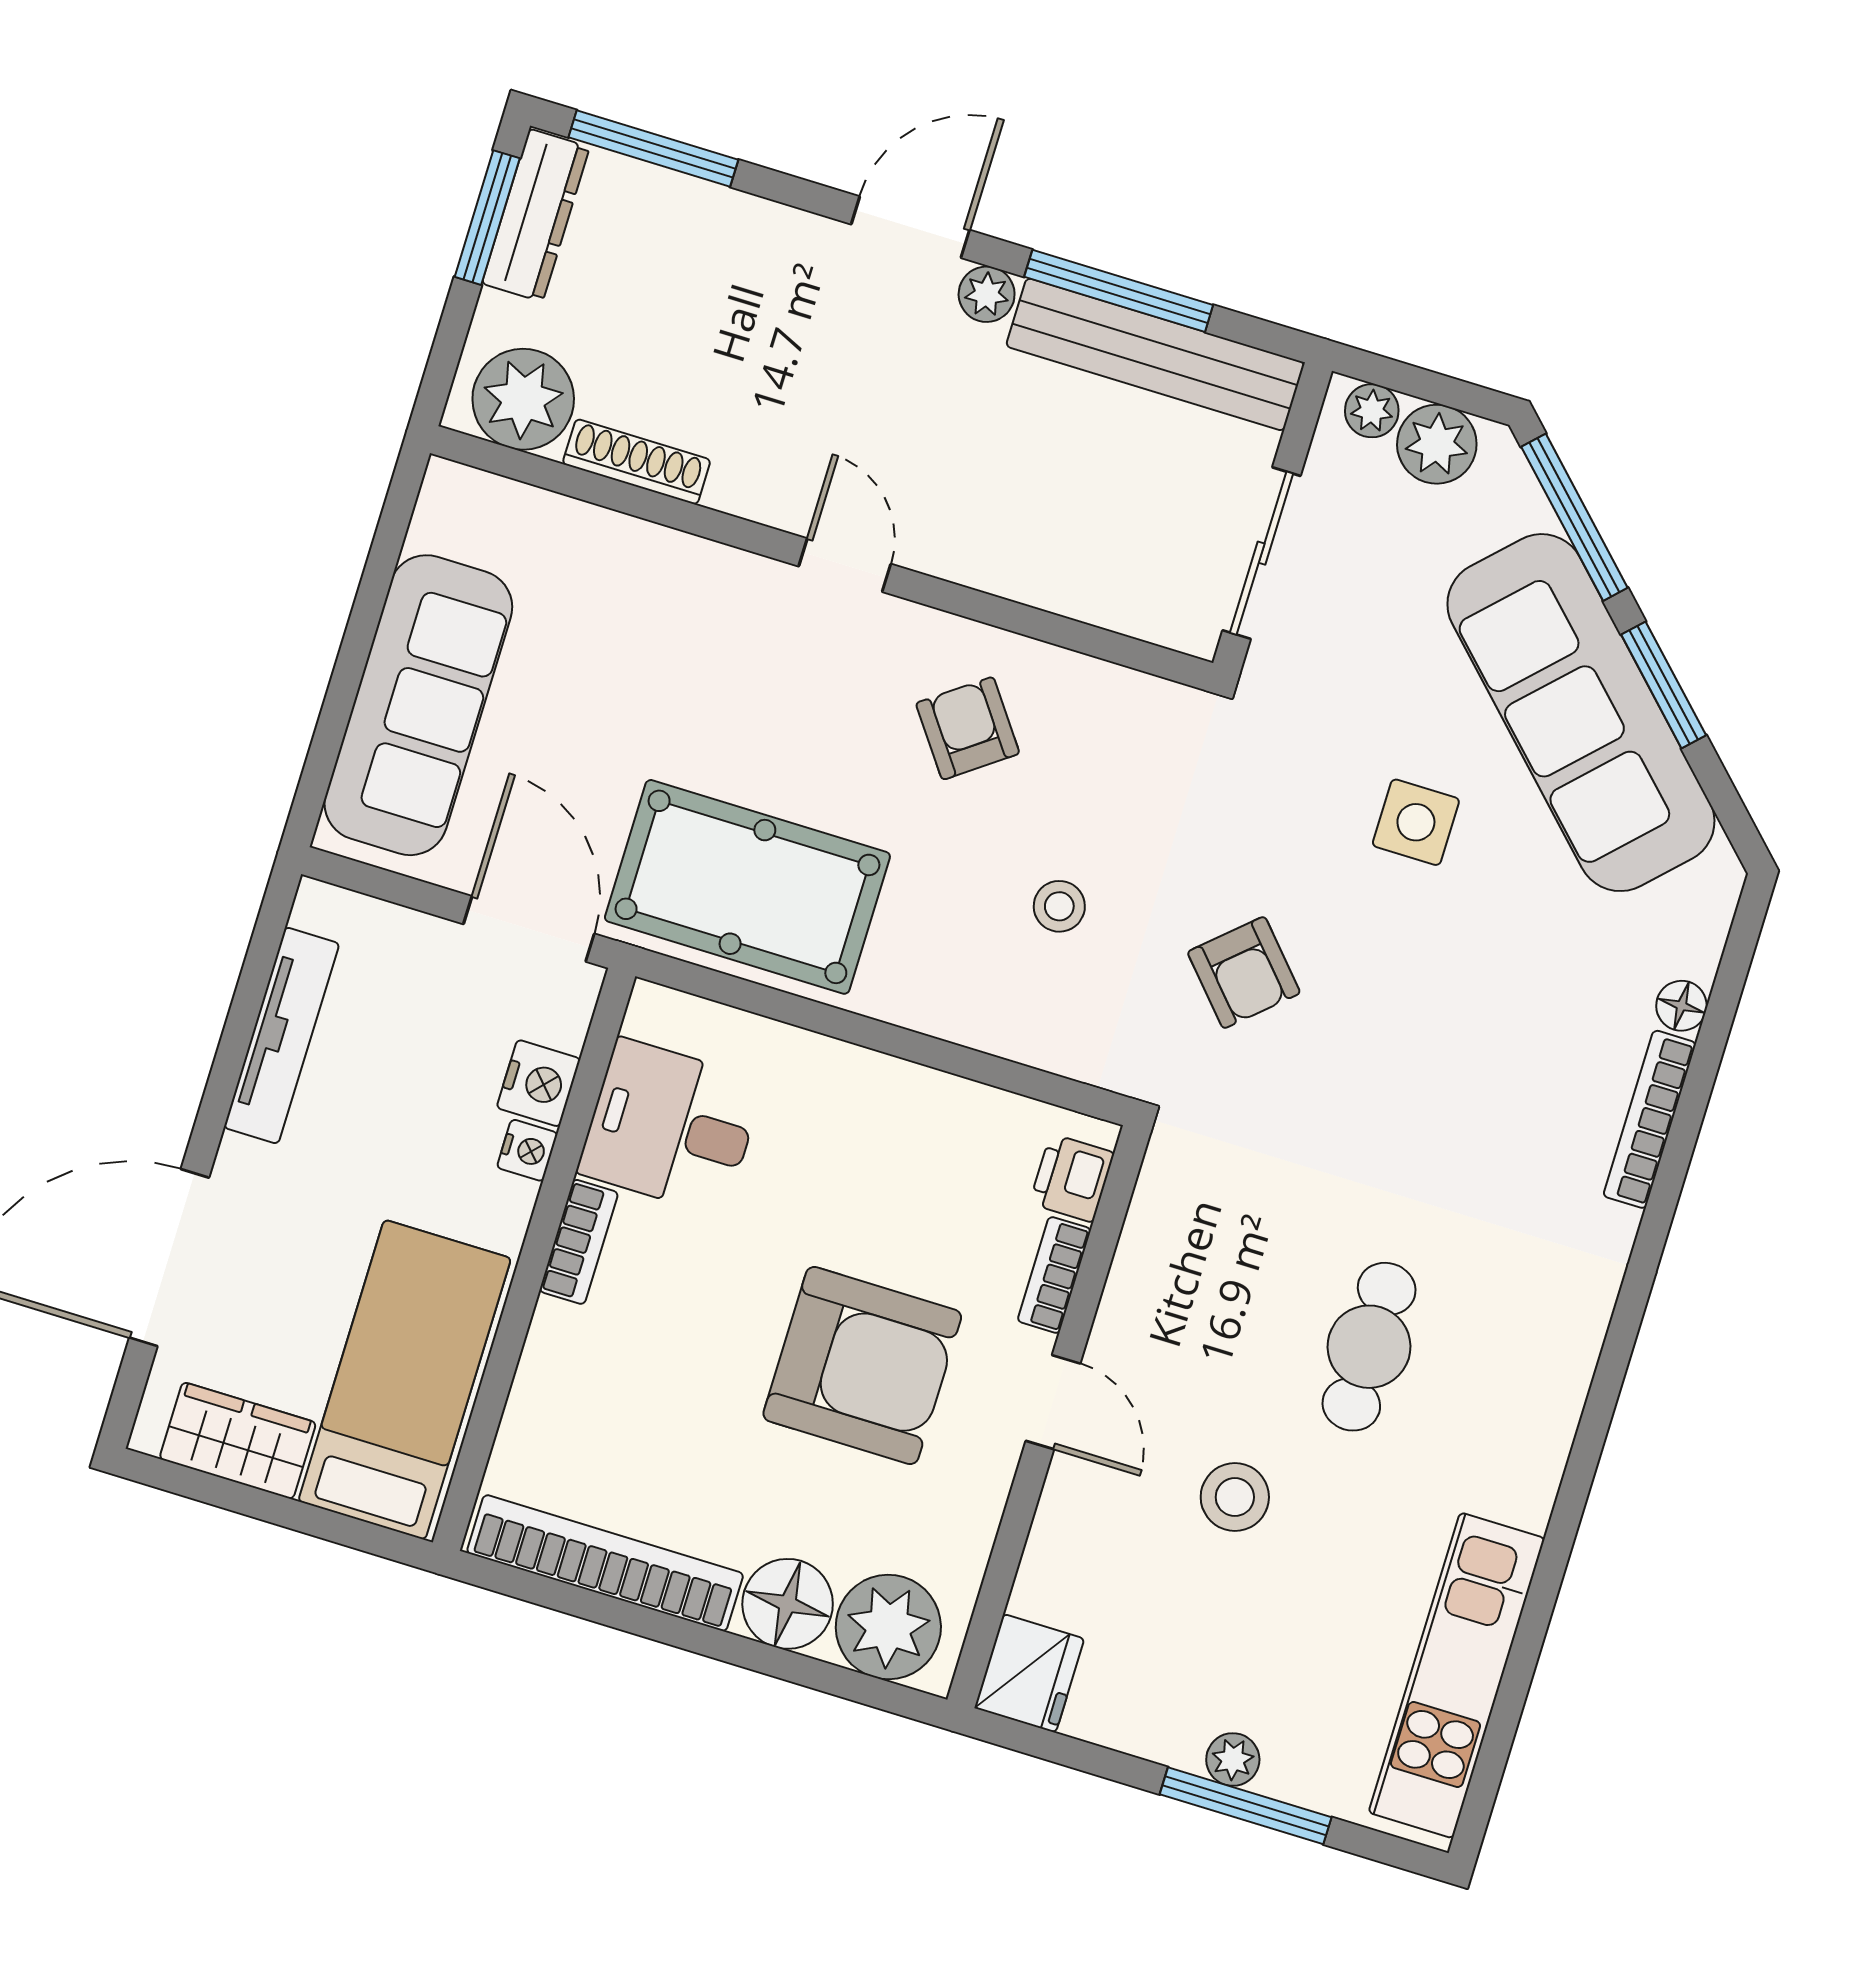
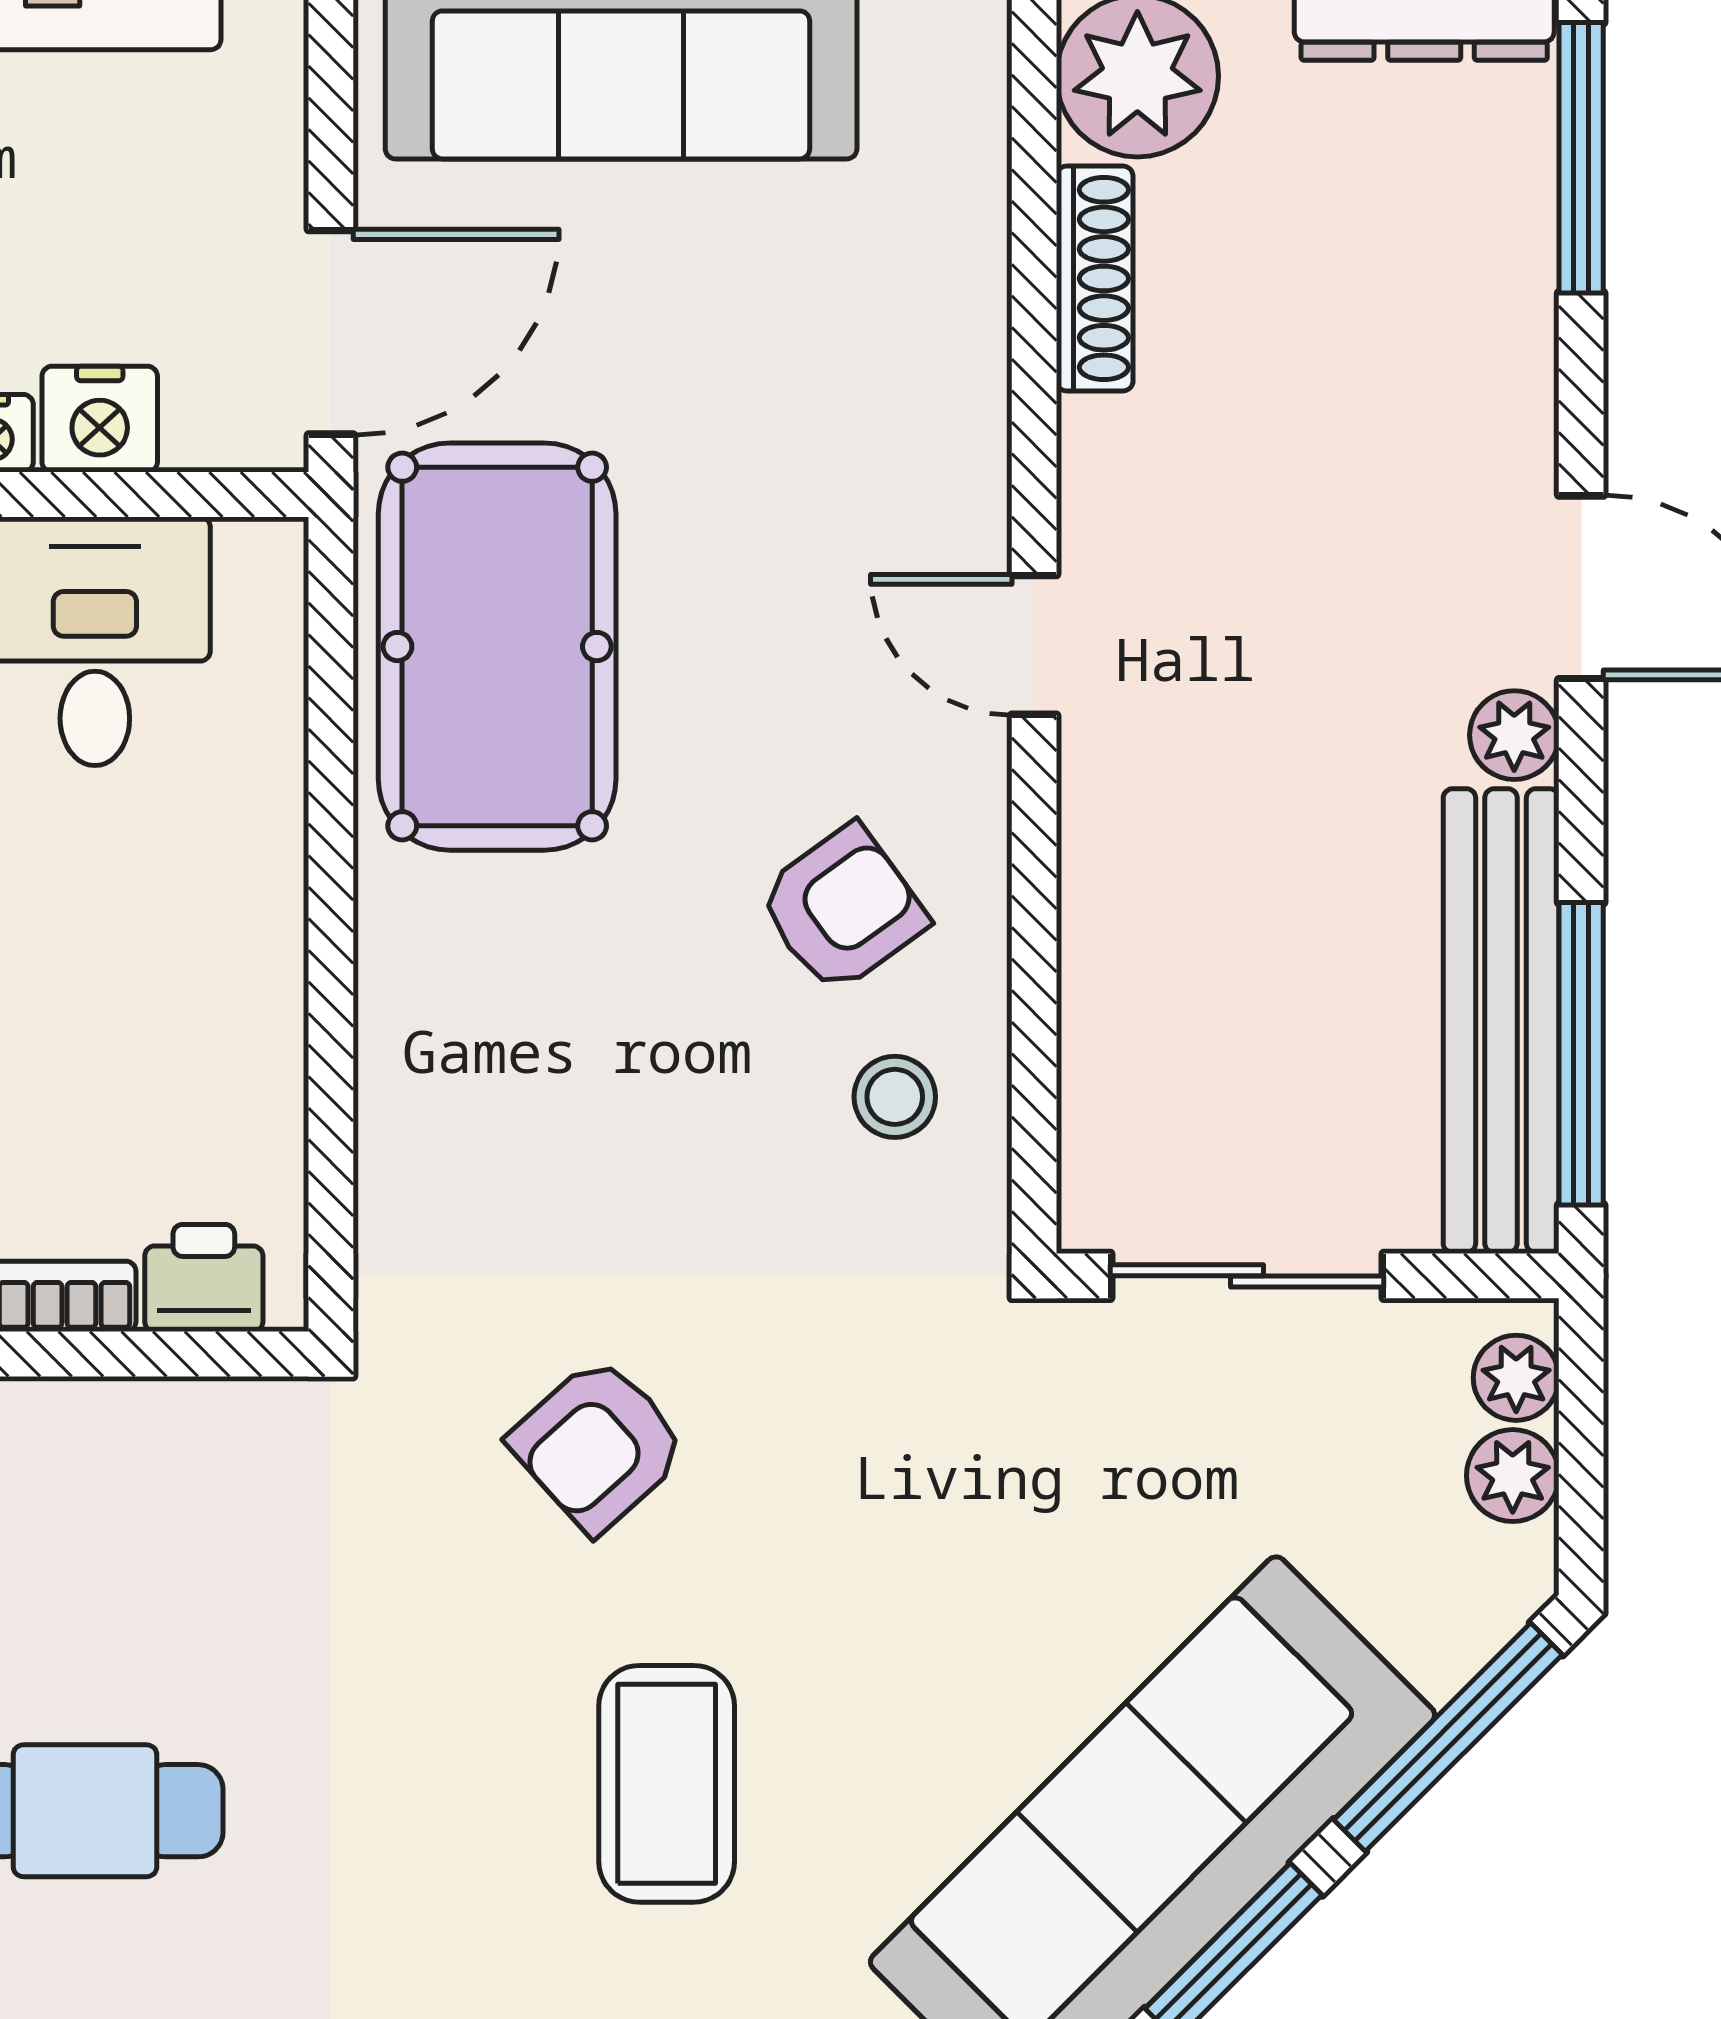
window: (1119, 291) -> (1581, 1054), moved
plant: (1437, 444) -> (1513, 1476), width x0.73, depth x0.73
door: (845, 565) -> (1034, 645), swing flipped
side table: (1416, 822) -> (908, 1637), removed
stool: (1059, 906) -> (895, 1097), moved
coffee table: (1459, 994) -> (667, 1784), added

